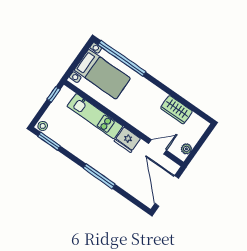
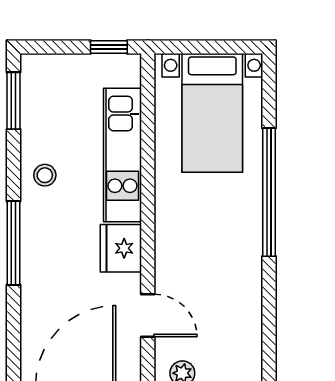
window: (122, 58) -> (269, 192), moved
wardrobe: (176, 110) -> (244, 302), removed
stool: (43, 126) -> (45, 175), moved

